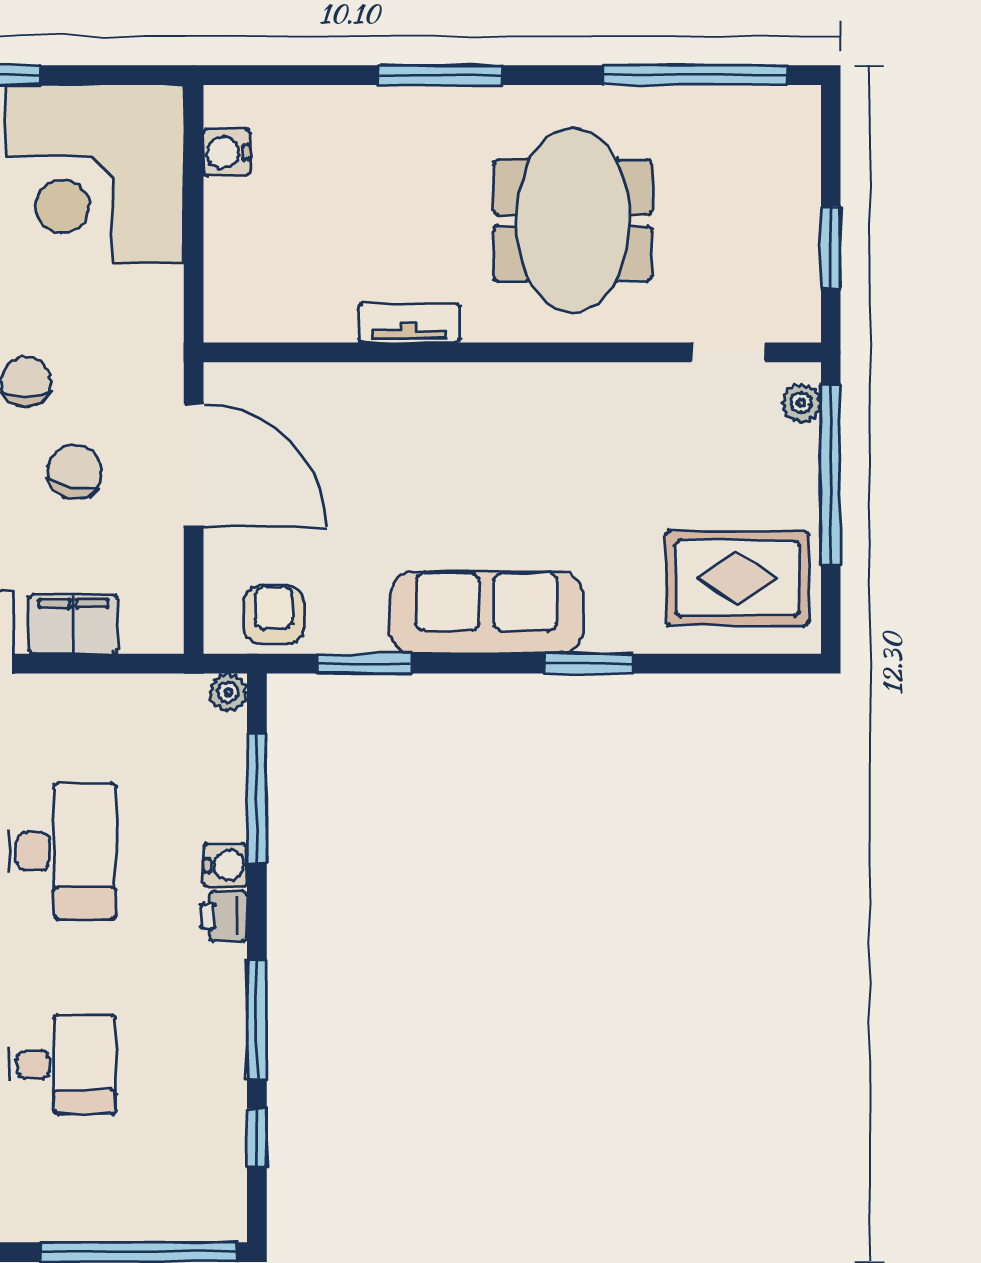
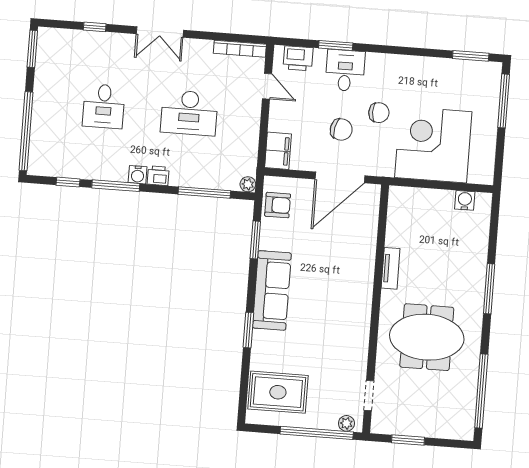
corner desk: (95, 174) -> (433, 145), moved
rug: (737, 578) -> (278, 392), turned 90
filing cabinet: (73, 624) -> (278, 151), moved
water cooler: (225, 865) -> (138, 175), moved

